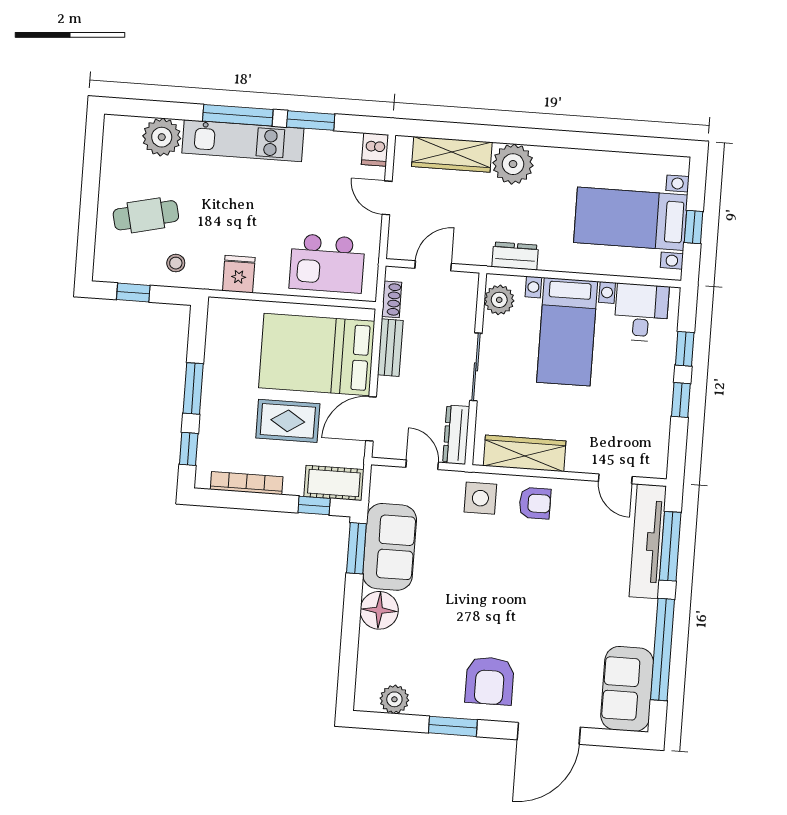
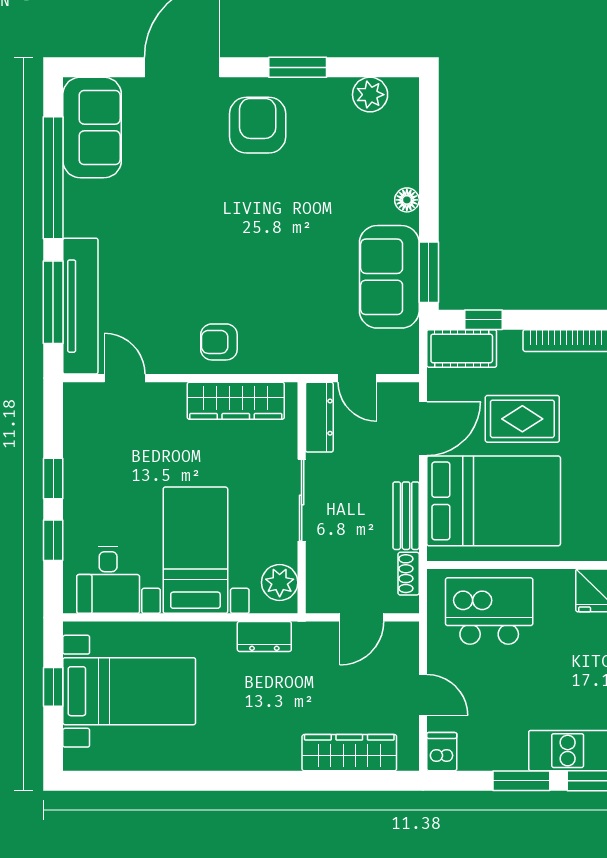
plant: (513, 164) -> (275, 746), removed
side table: (480, 498) -> (285, 343), removed
floor lamp: (379, 610) -> (407, 200), width x0.53, depth x0.53

